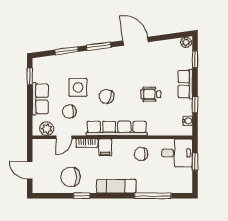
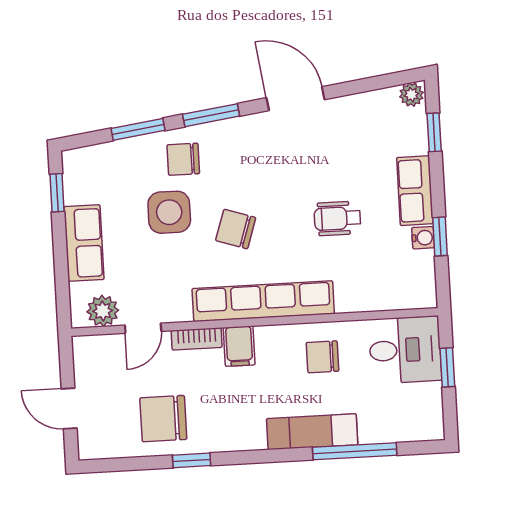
chair: (69, 111) -> (183, 159), moved
water cooler: (188, 121) -> (423, 238), moved
exam couch: (116, 186) -> (312, 432), moved

